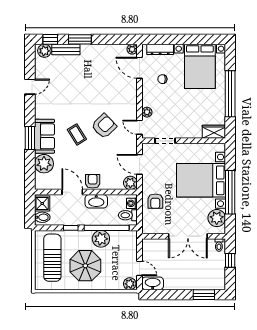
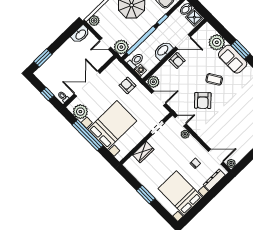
window: (230, 94) -> (146, 194), width x0.47
wardrobe: (214, 132) -> (143, 152), moved
plant: (101, 239) -> (121, 47), moved
door: (140, 268) -> (105, 44), moved

